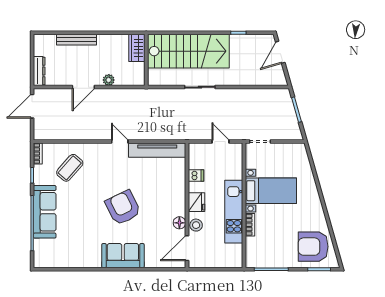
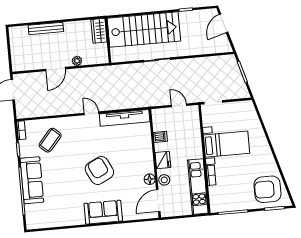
dresser: (39, 71) -> (16, 59), removed
kitchen unit: (234, 212) -> (198, 187), moved

